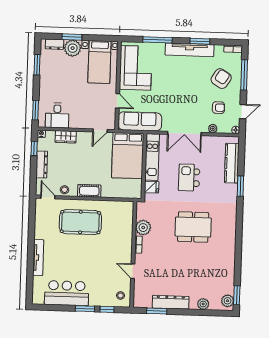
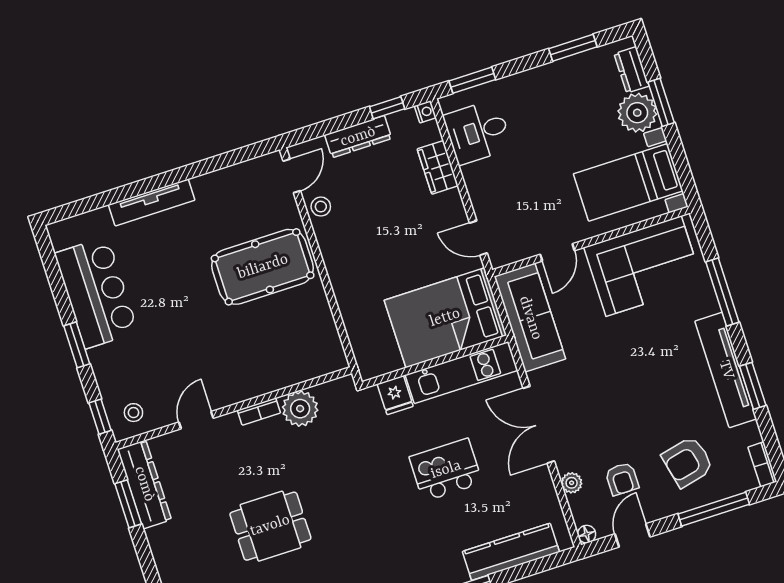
armchair: (221, 79) -> (688, 462), turned 135
door: (243, 112) -> (633, 535), swing flipped
cot: (89, 191) -> (338, 262), removed
pool table: (80, 222) -> (263, 267), turned 90
dining table: (193, 227) -> (270, 526), moved, width x0.73
dresser: (171, 302) -> (144, 484), moved
window: (107, 309) -> (100, 417), moved

